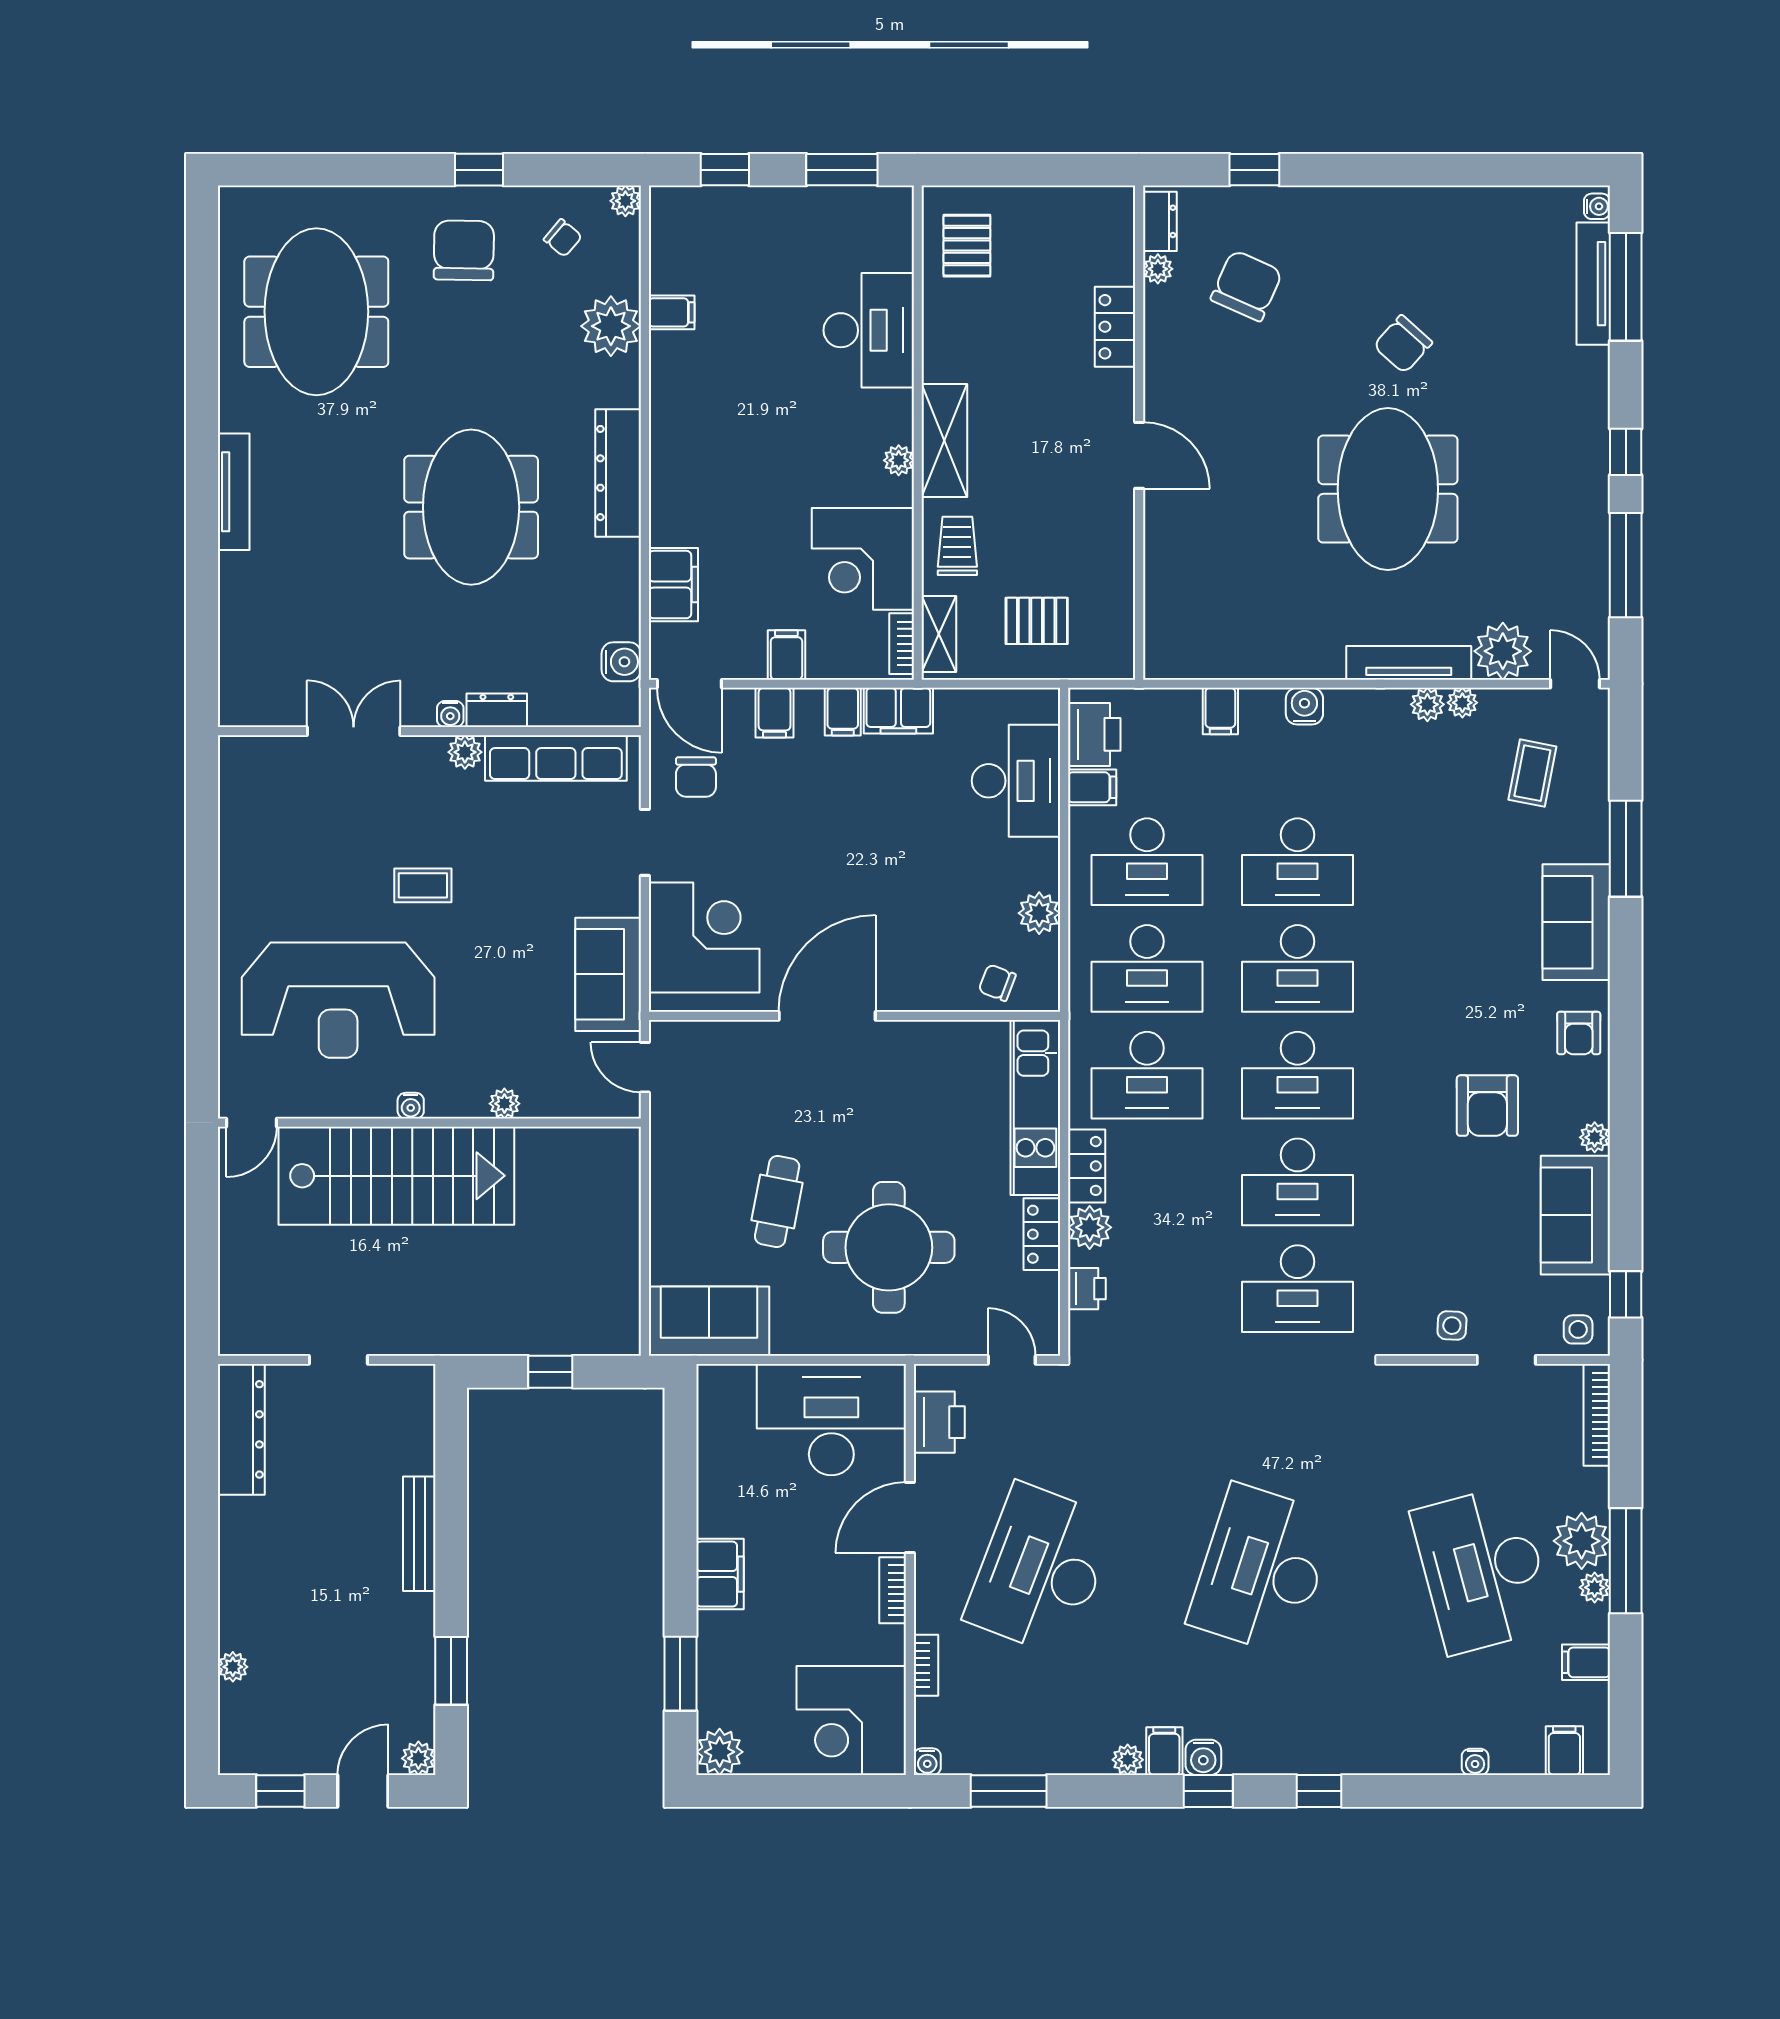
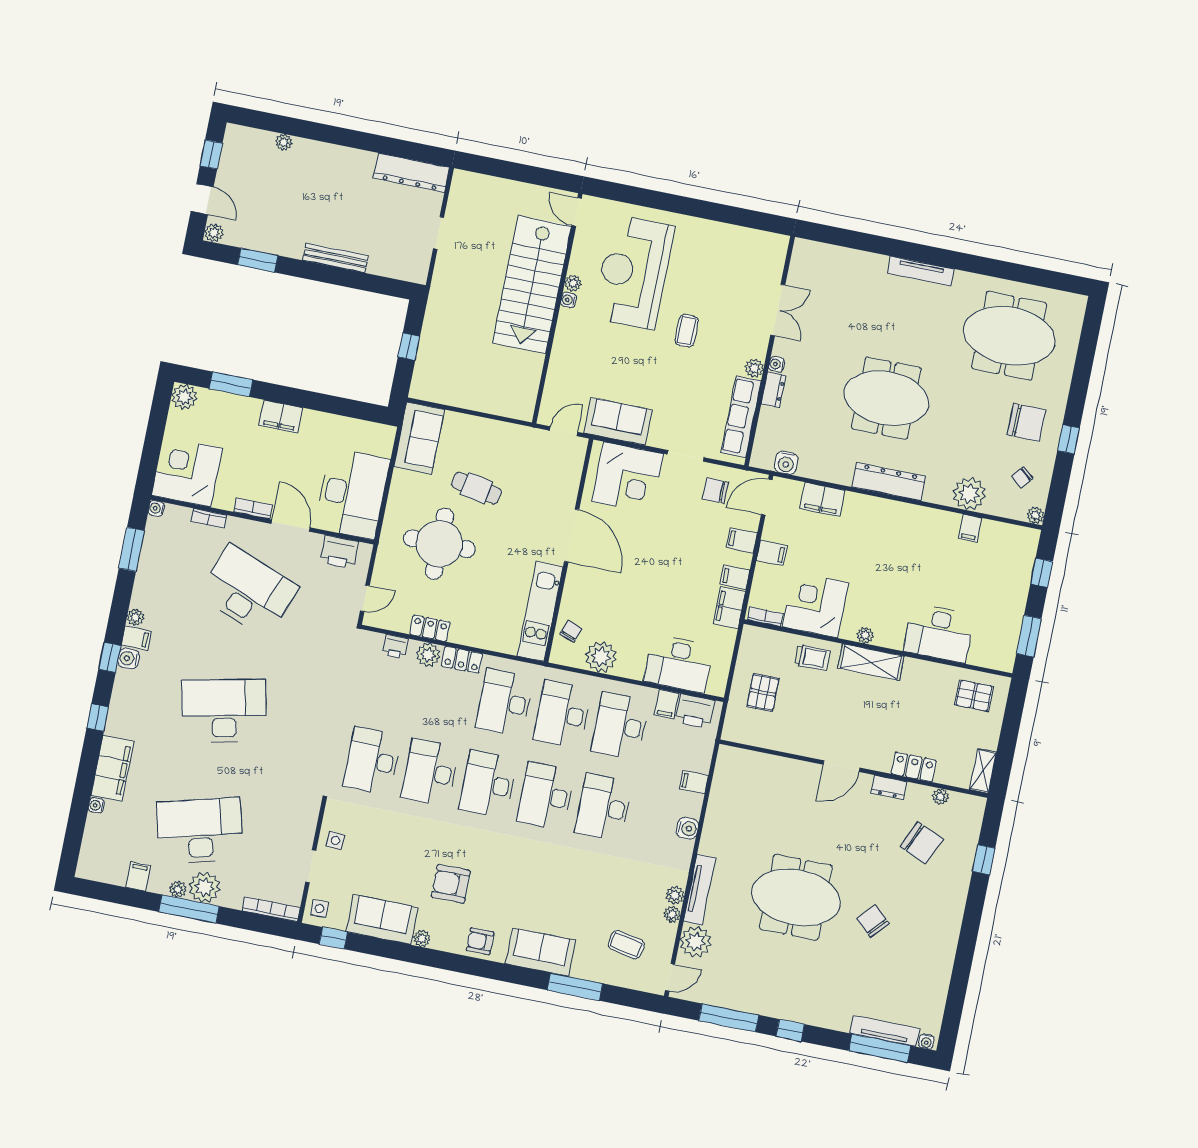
dresser: (1160, 221) -> (889, 787), moved
shelving: (939, 634) -> (983, 771), moved, turned 90
plant: (1039, 913) -> (601, 657), width x1.36, depth x1.36
plant: (504, 1104) -> (573, 283), moved
kitchen unit: (1035, 1107) -> (540, 611), moved, turned -90
desk: (1262, 1570) -> (224, 711), turned -30
filing cabinet: (1564, 1751) -> (112, 768), moved, width x3.00, depth x1.17

